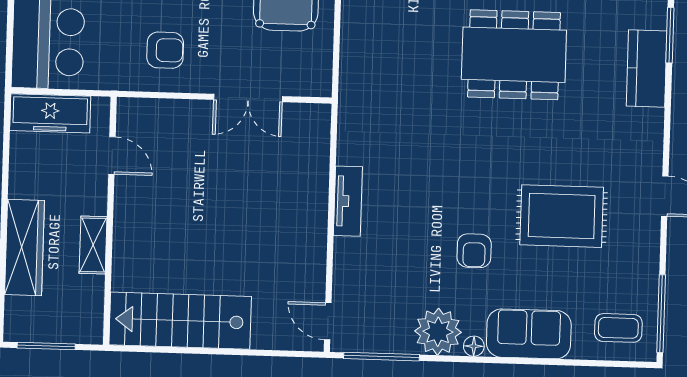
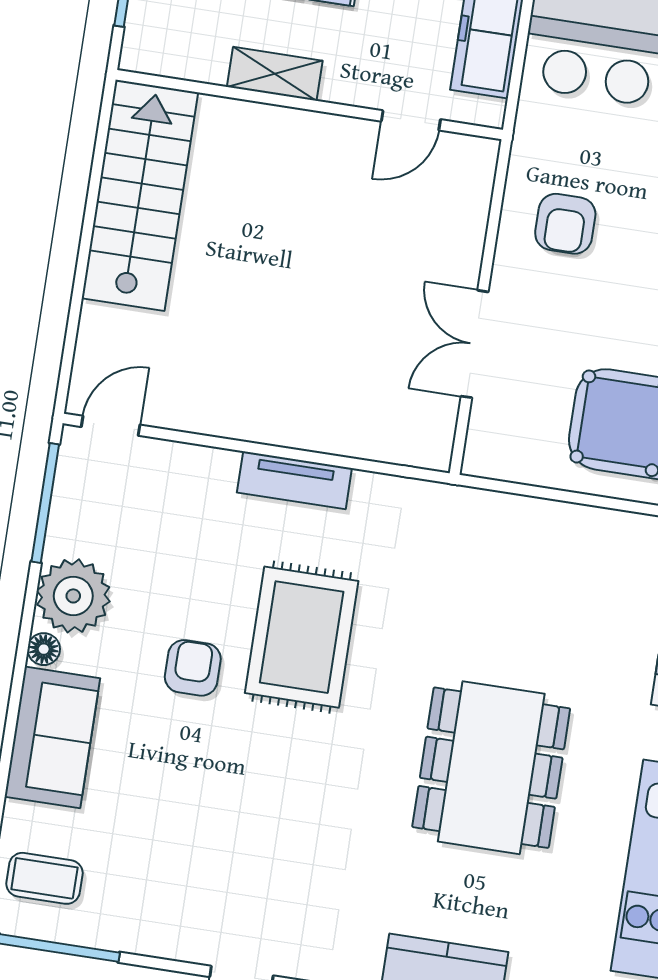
rug: (562, 216) -> (302, 637), moved
armchair: (474, 251) -> (193, 668), turned 90
coffee table: (618, 328) -> (44, 878), turned 90

